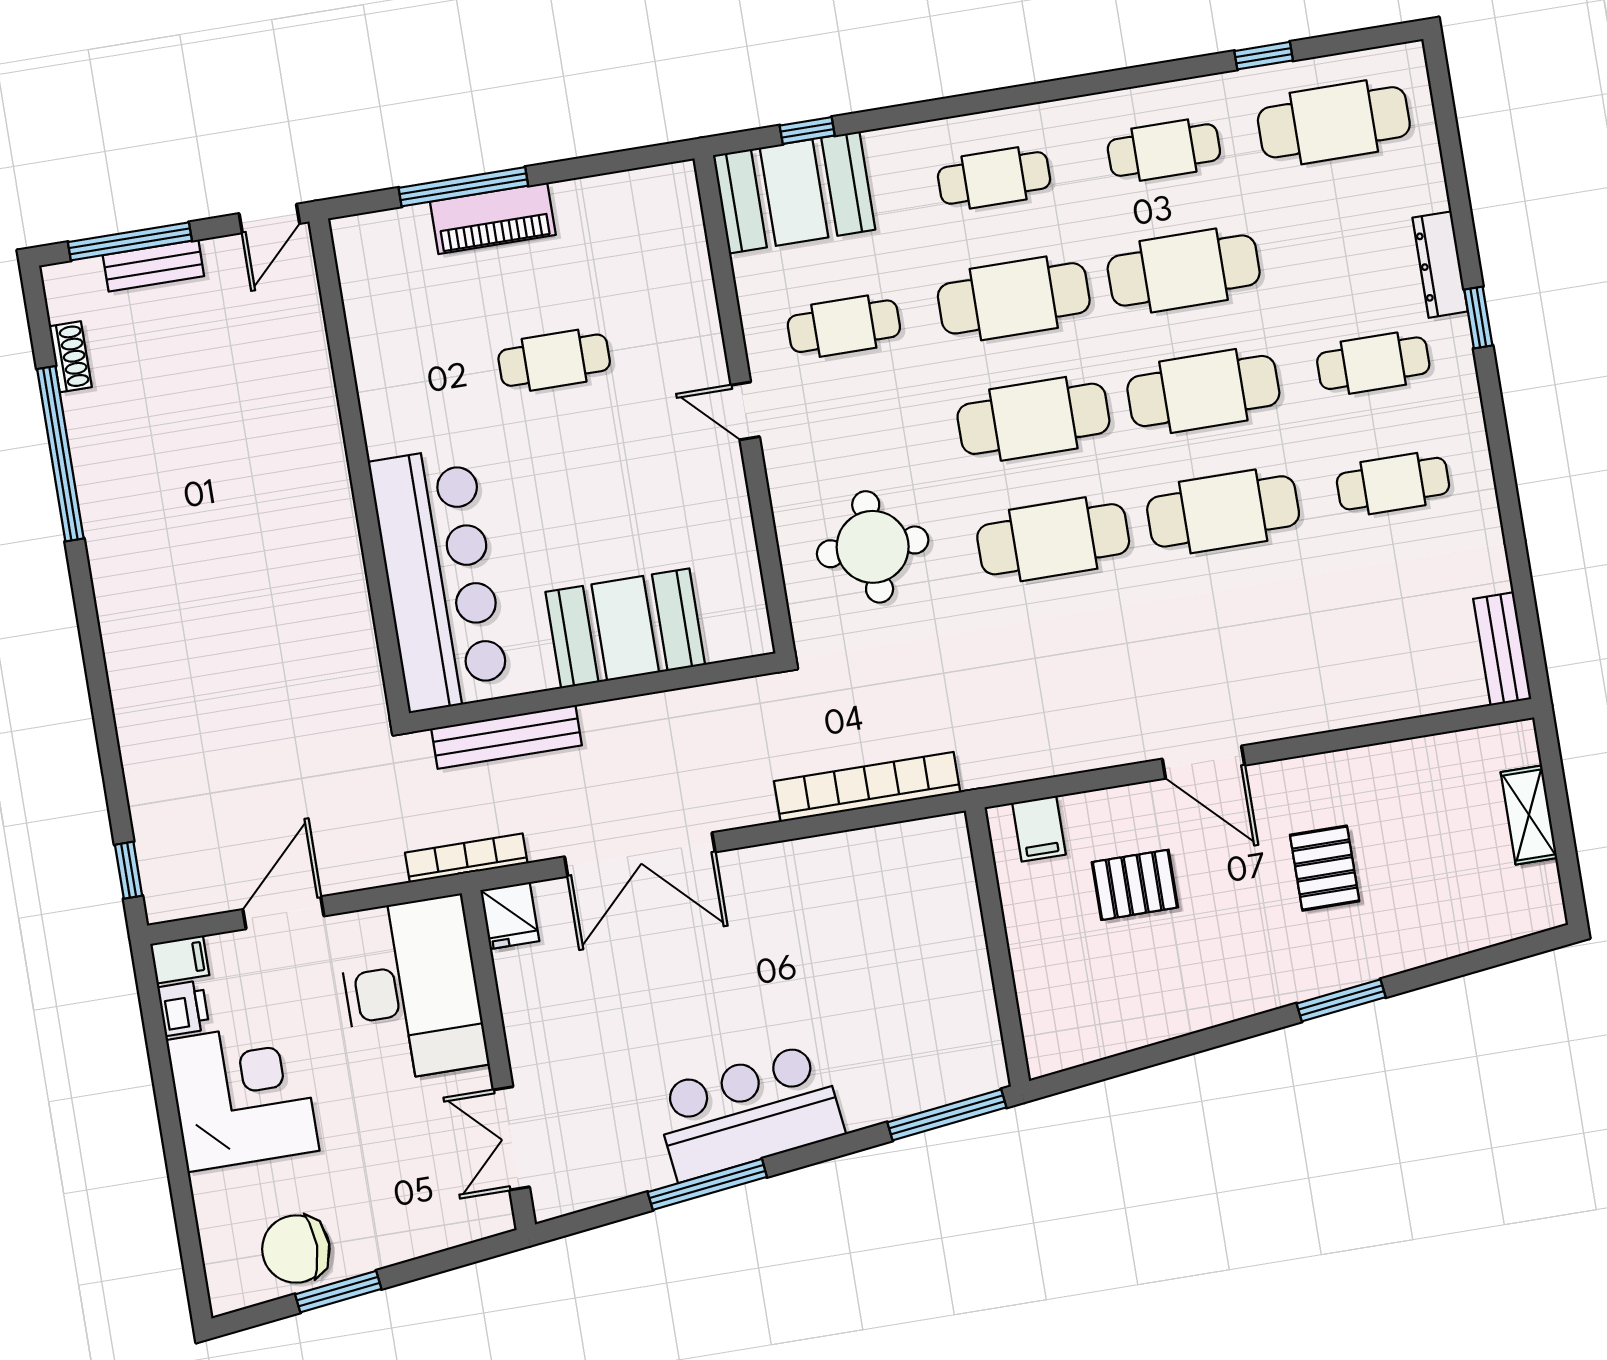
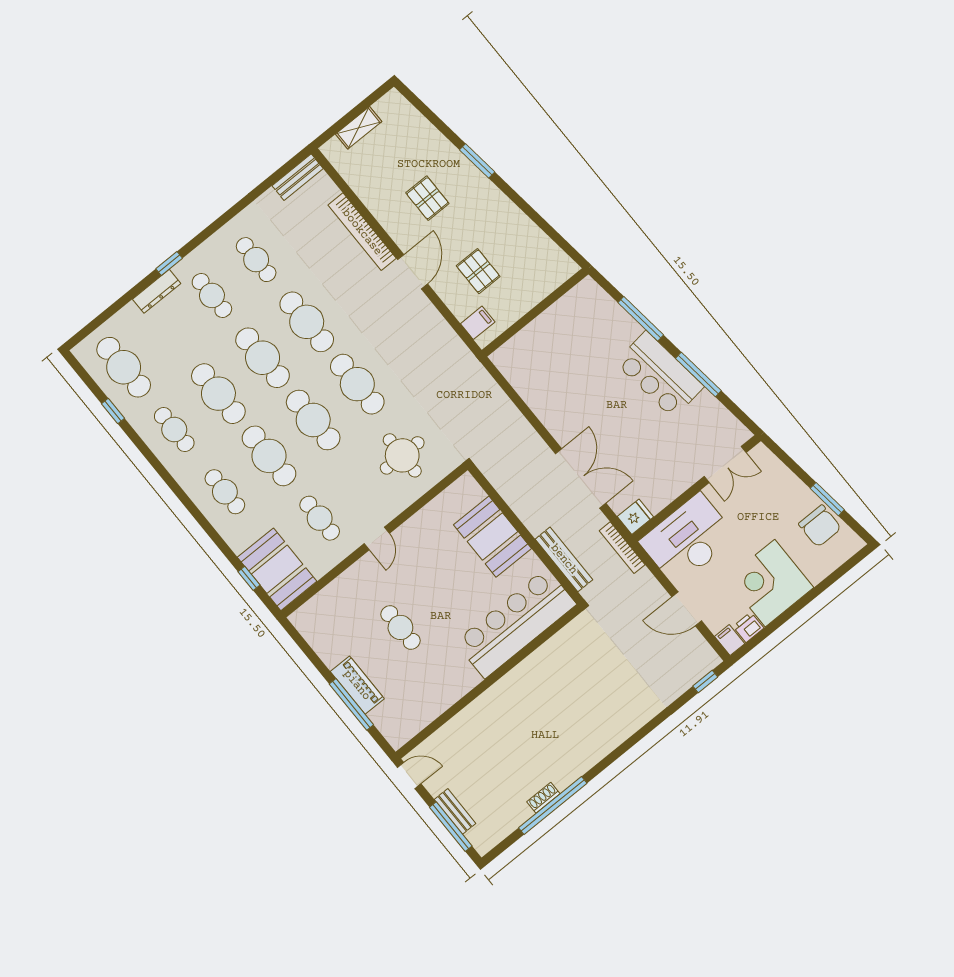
shoe rack: (70, 357) -> (543, 798), moved
bookcase: (867, 787) -> (362, 232), moved
pallet: (1325, 868) -> (427, 198), turned 90
window: (947, 1115) -> (641, 319), moved

